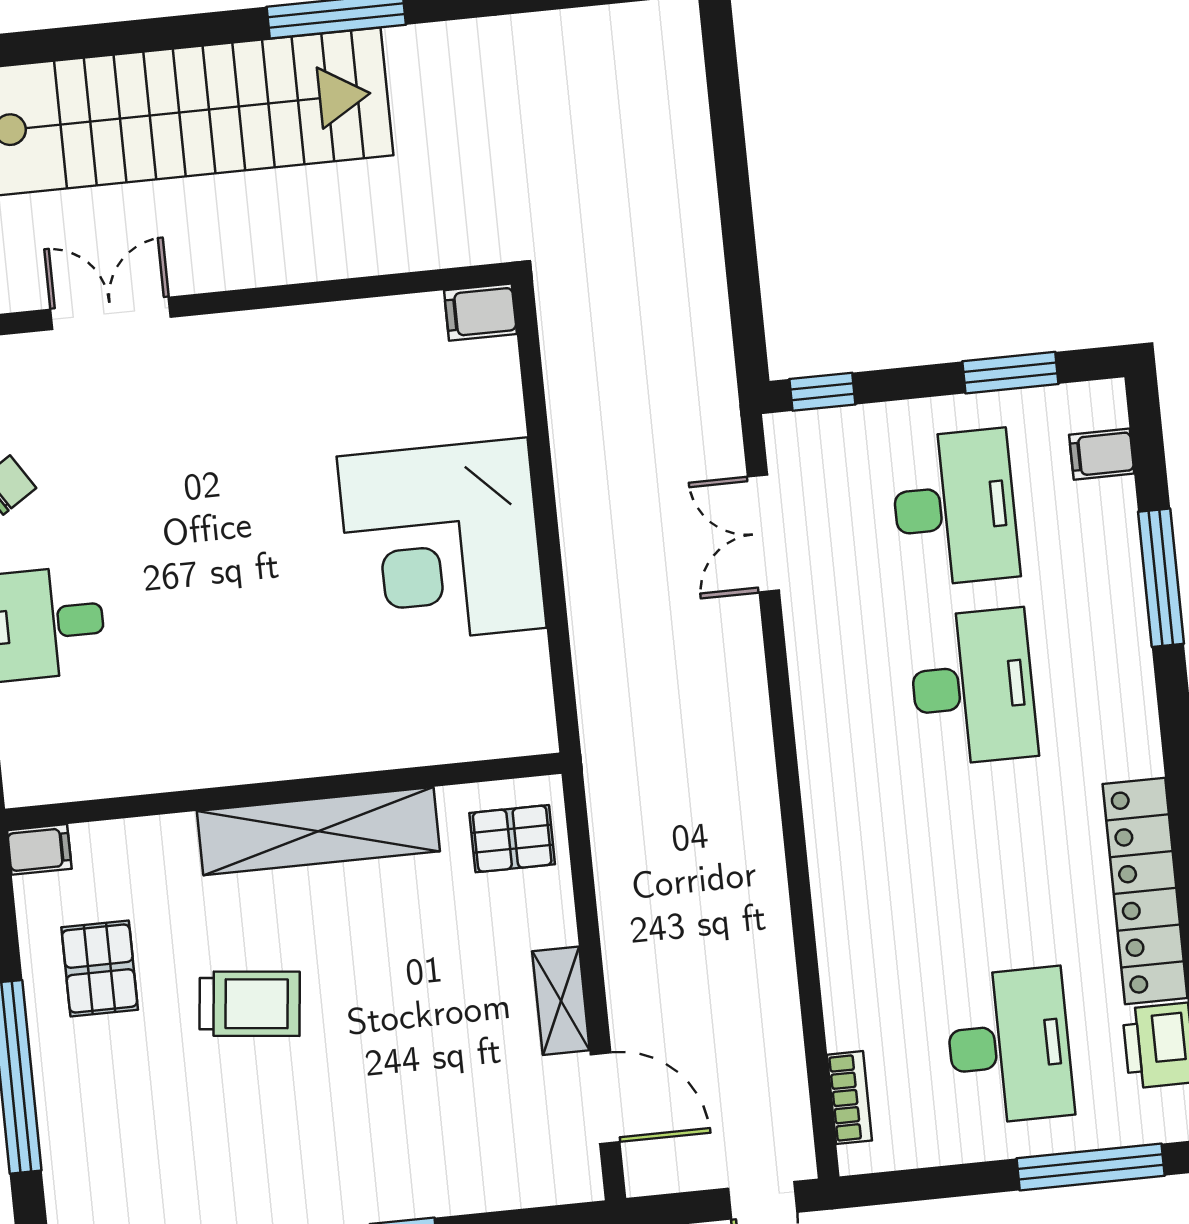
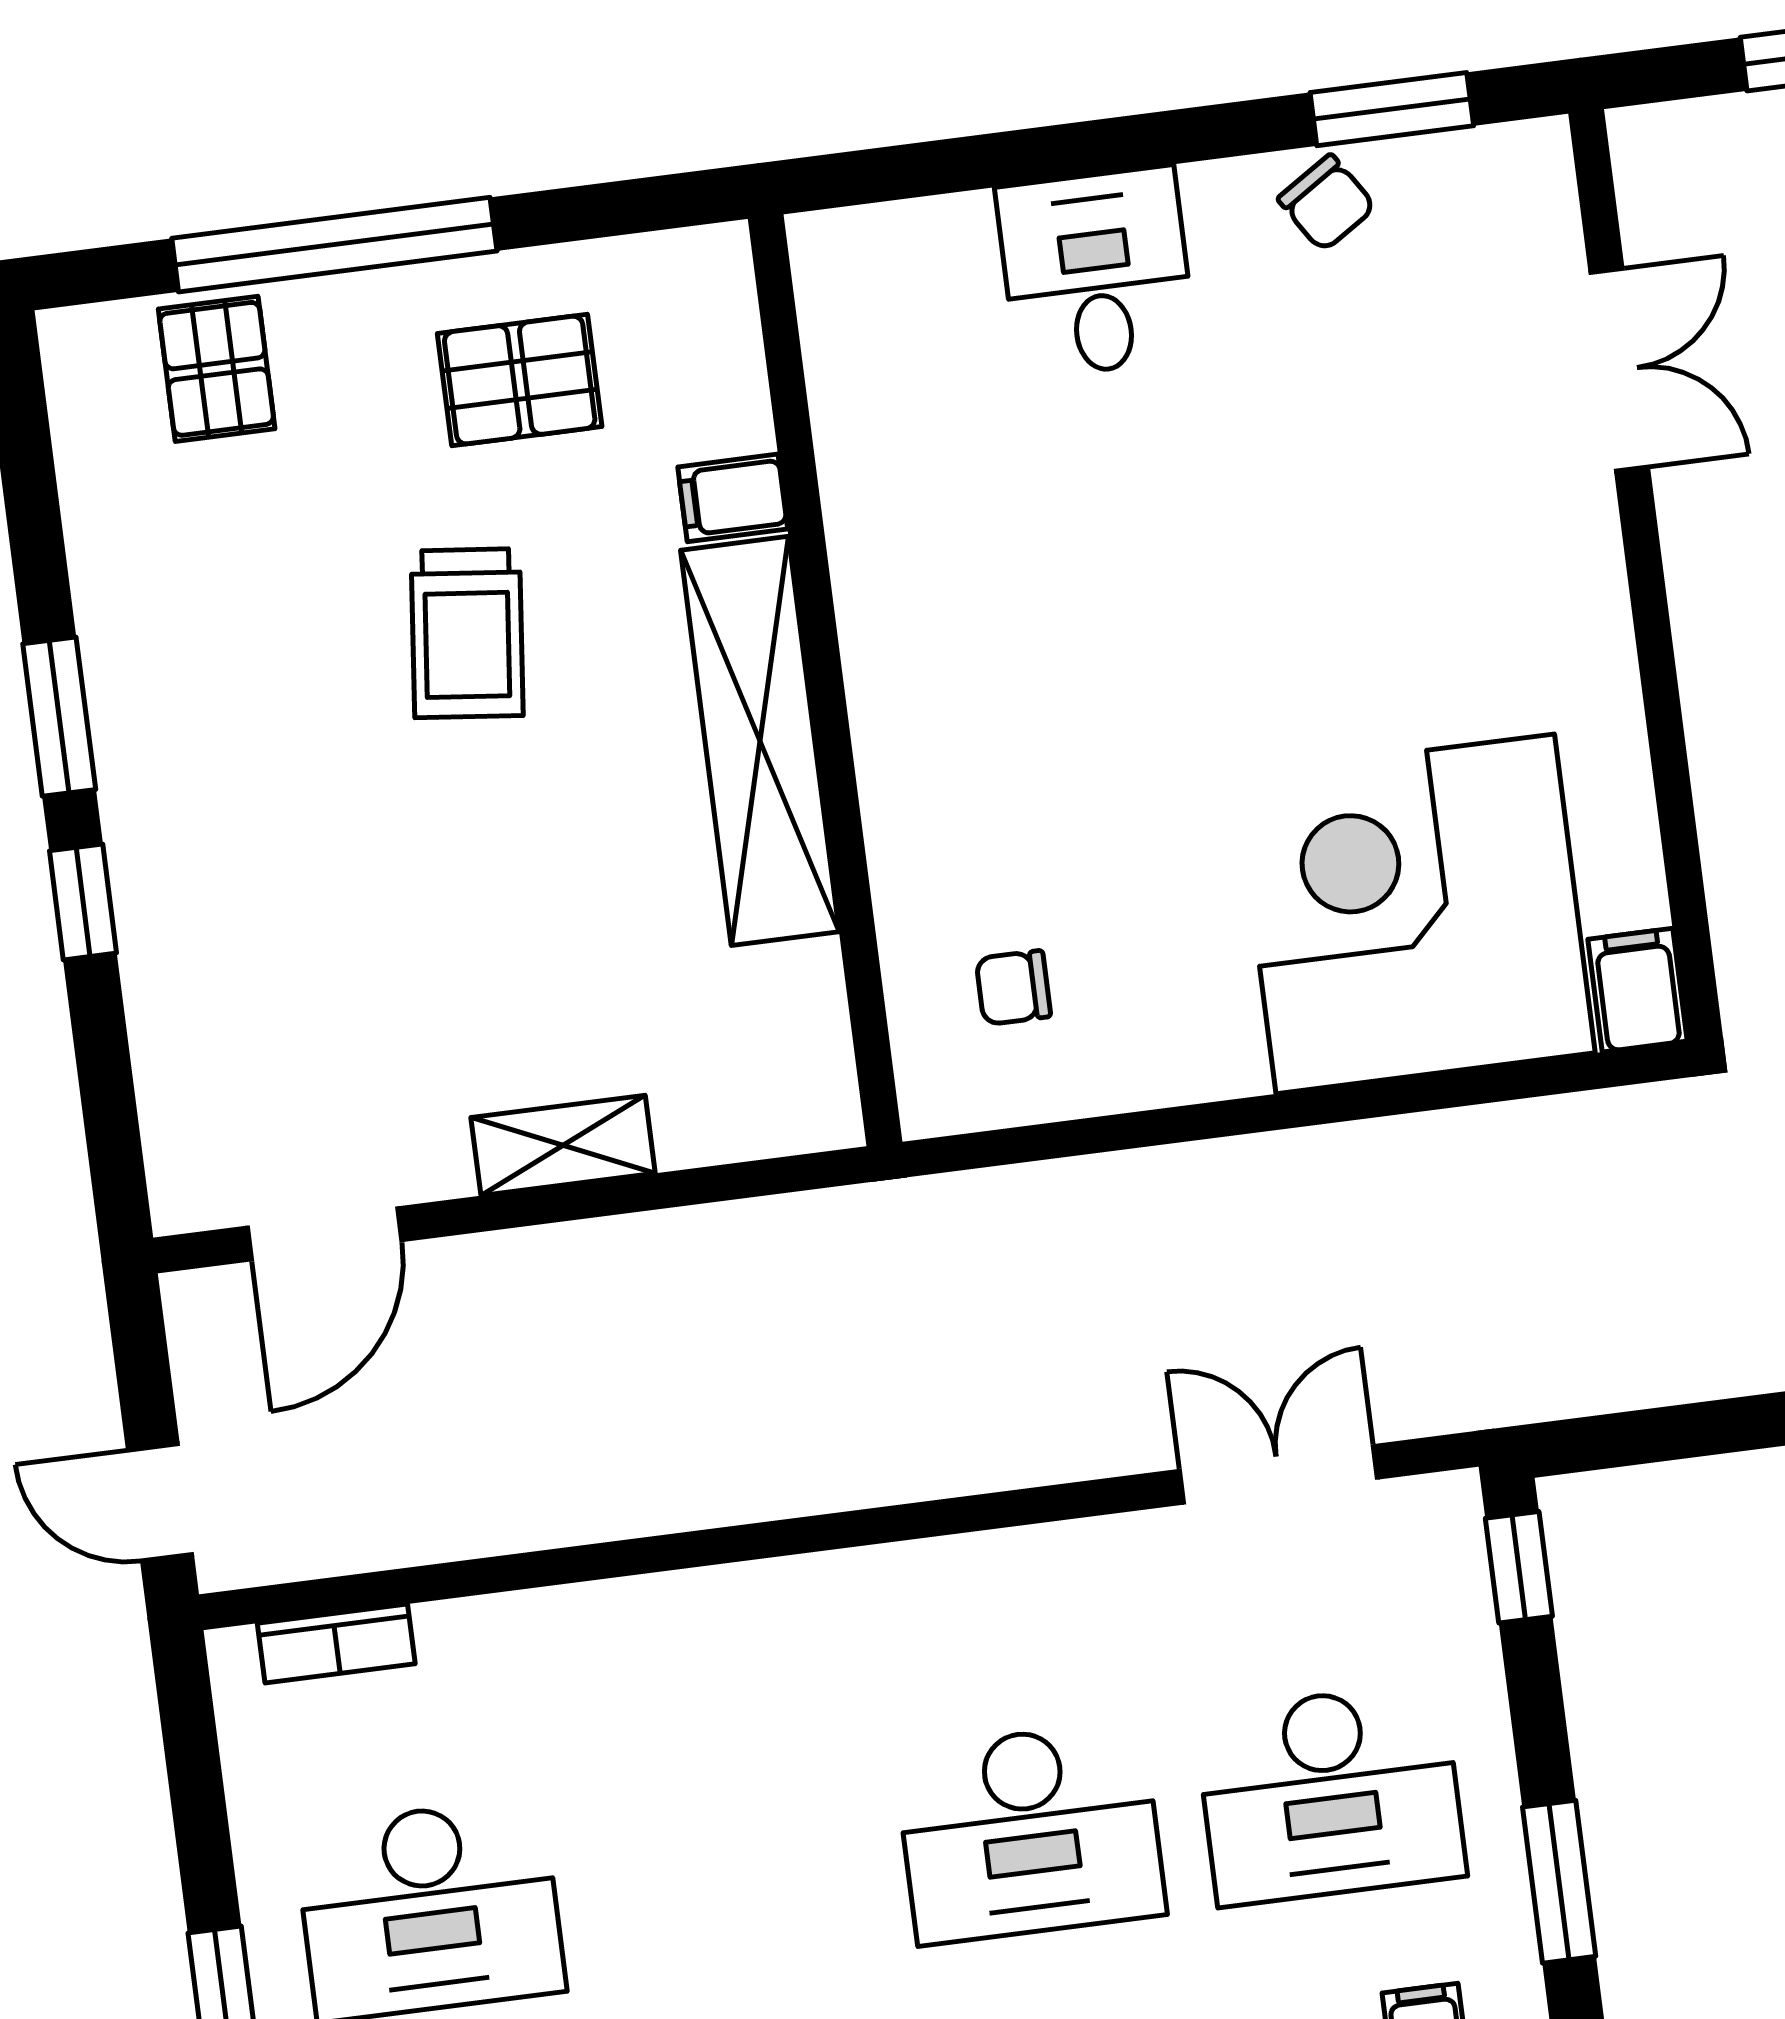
corner desk: (442, 542) -> (1415, 914), moved
chair: (469, 684) -> (1013, 988), added
pallet: (512, 839) -> (217, 369), moved
filing cabinet: (39, 849) -> (733, 498), moved, turned 90
shelving: (561, 1001) -> (563, 1145), moved

